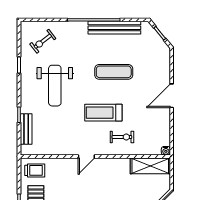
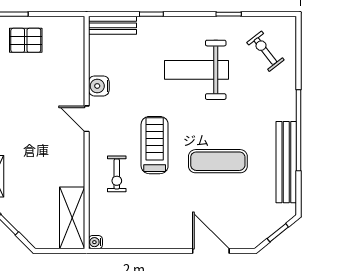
exercise mat: (114, 72) -> (218, 161), turned 90
door: (172, 96) -> (211, 251), moved
bench: (26, 129) -> (112, 25), moved
water cooler: (65, 149) -> (99, 86), added
trolley: (35, 170) -> (65, 39), removed

